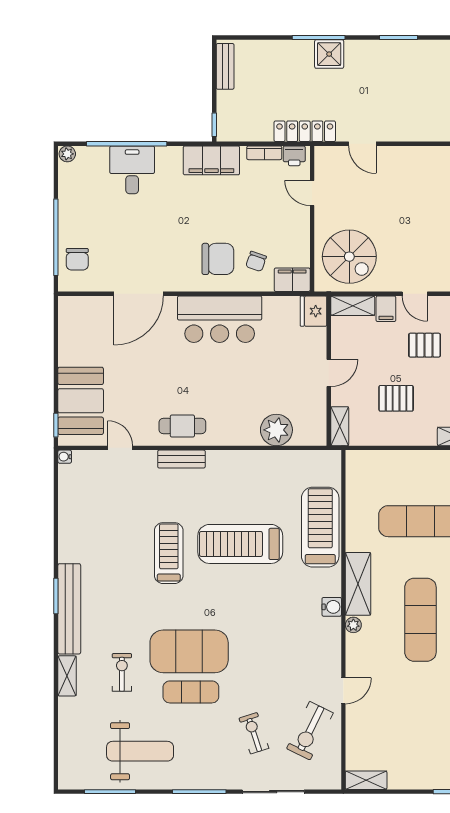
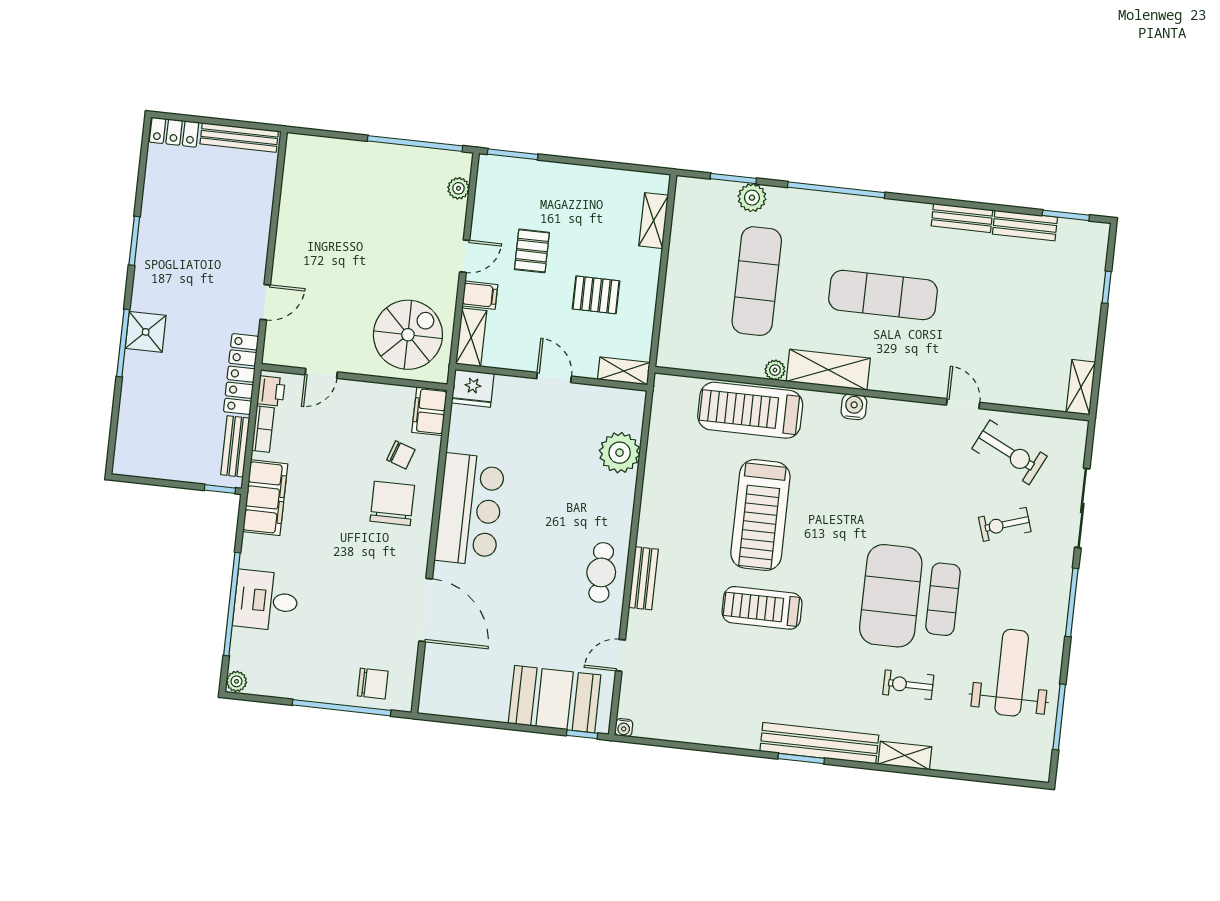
bench: (225, 66) -> (235, 446), moved, turned 90
pallet: (396, 398) -> (596, 295), turned 90
plant: (353, 625) -> (775, 370), moved

